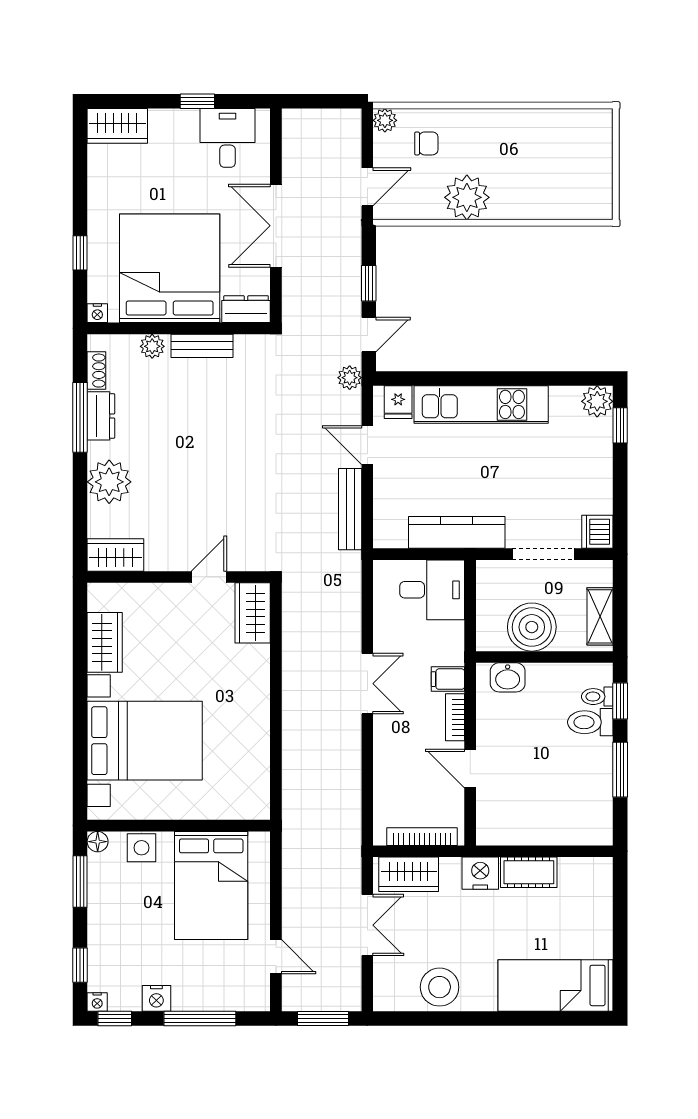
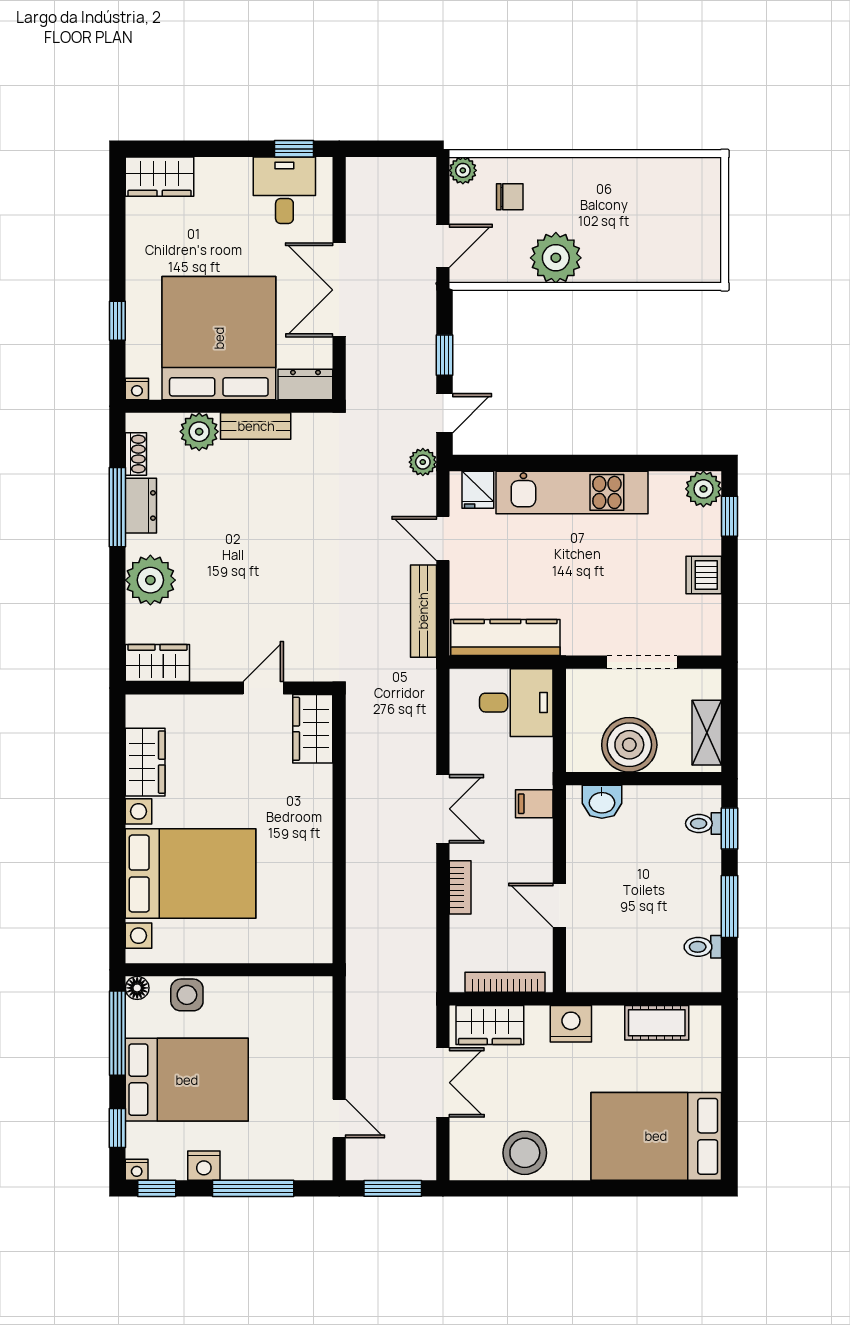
window: (197, 101) -> (294, 149), moved
plant: (152, 346) -> (199, 432), width x1.38, depth x1.38
kitchen counter: (457, 532) -> (505, 637), moved
dishwasher: (597, 532) -> (704, 575), moved
bookcase: (455, 717) -> (460, 887), moved, turned 180
toilet: (590, 722) -> (703, 947), moved, width x0.73, depth x0.72
cot: (529, 872) -> (657, 1023), moved
window: (80, 881) -> (117, 1033), width x1.44
bed: (211, 885) -> (187, 1080), moved, turned -90
bed: (556, 985) -> (656, 1136), width x1.50

